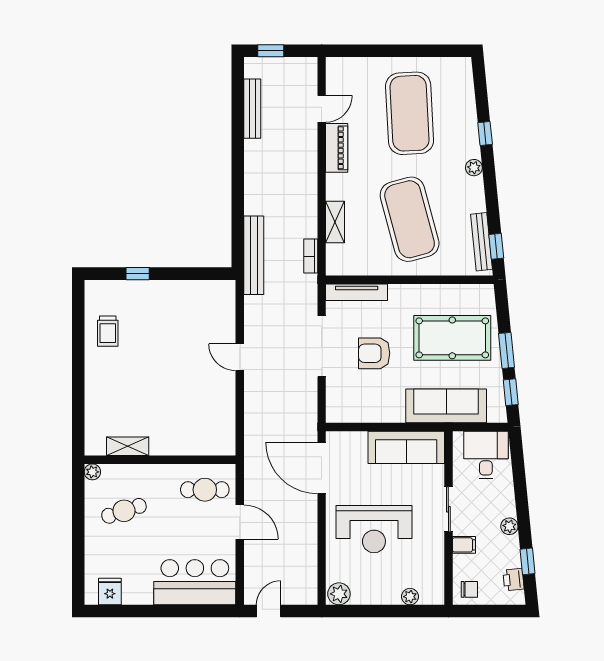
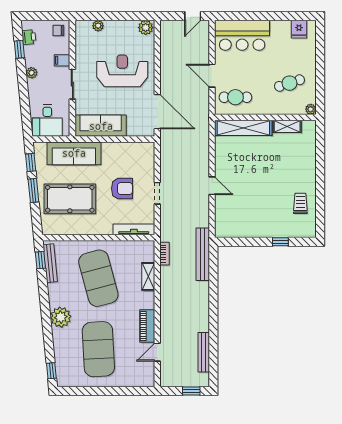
window: (485, 134) -> (51, 371), moved
plant: (474, 168) -> (61, 317), width x1.87, depth x1.87
doorway: (322, 346) -> (157, 193), width x0.53
shelving: (193, 444) -> (243, 128), added

